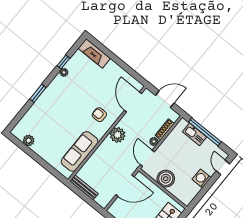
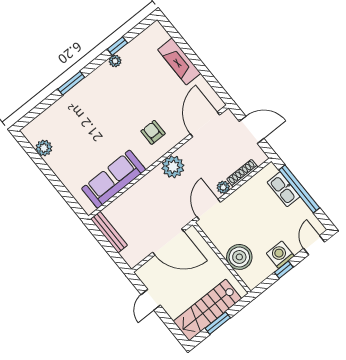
fireplace: (94, 53) -> (179, 61), moved
boiler: (166, 179) -> (239, 257), moved
window: (206, 188) -> (284, 270), added

